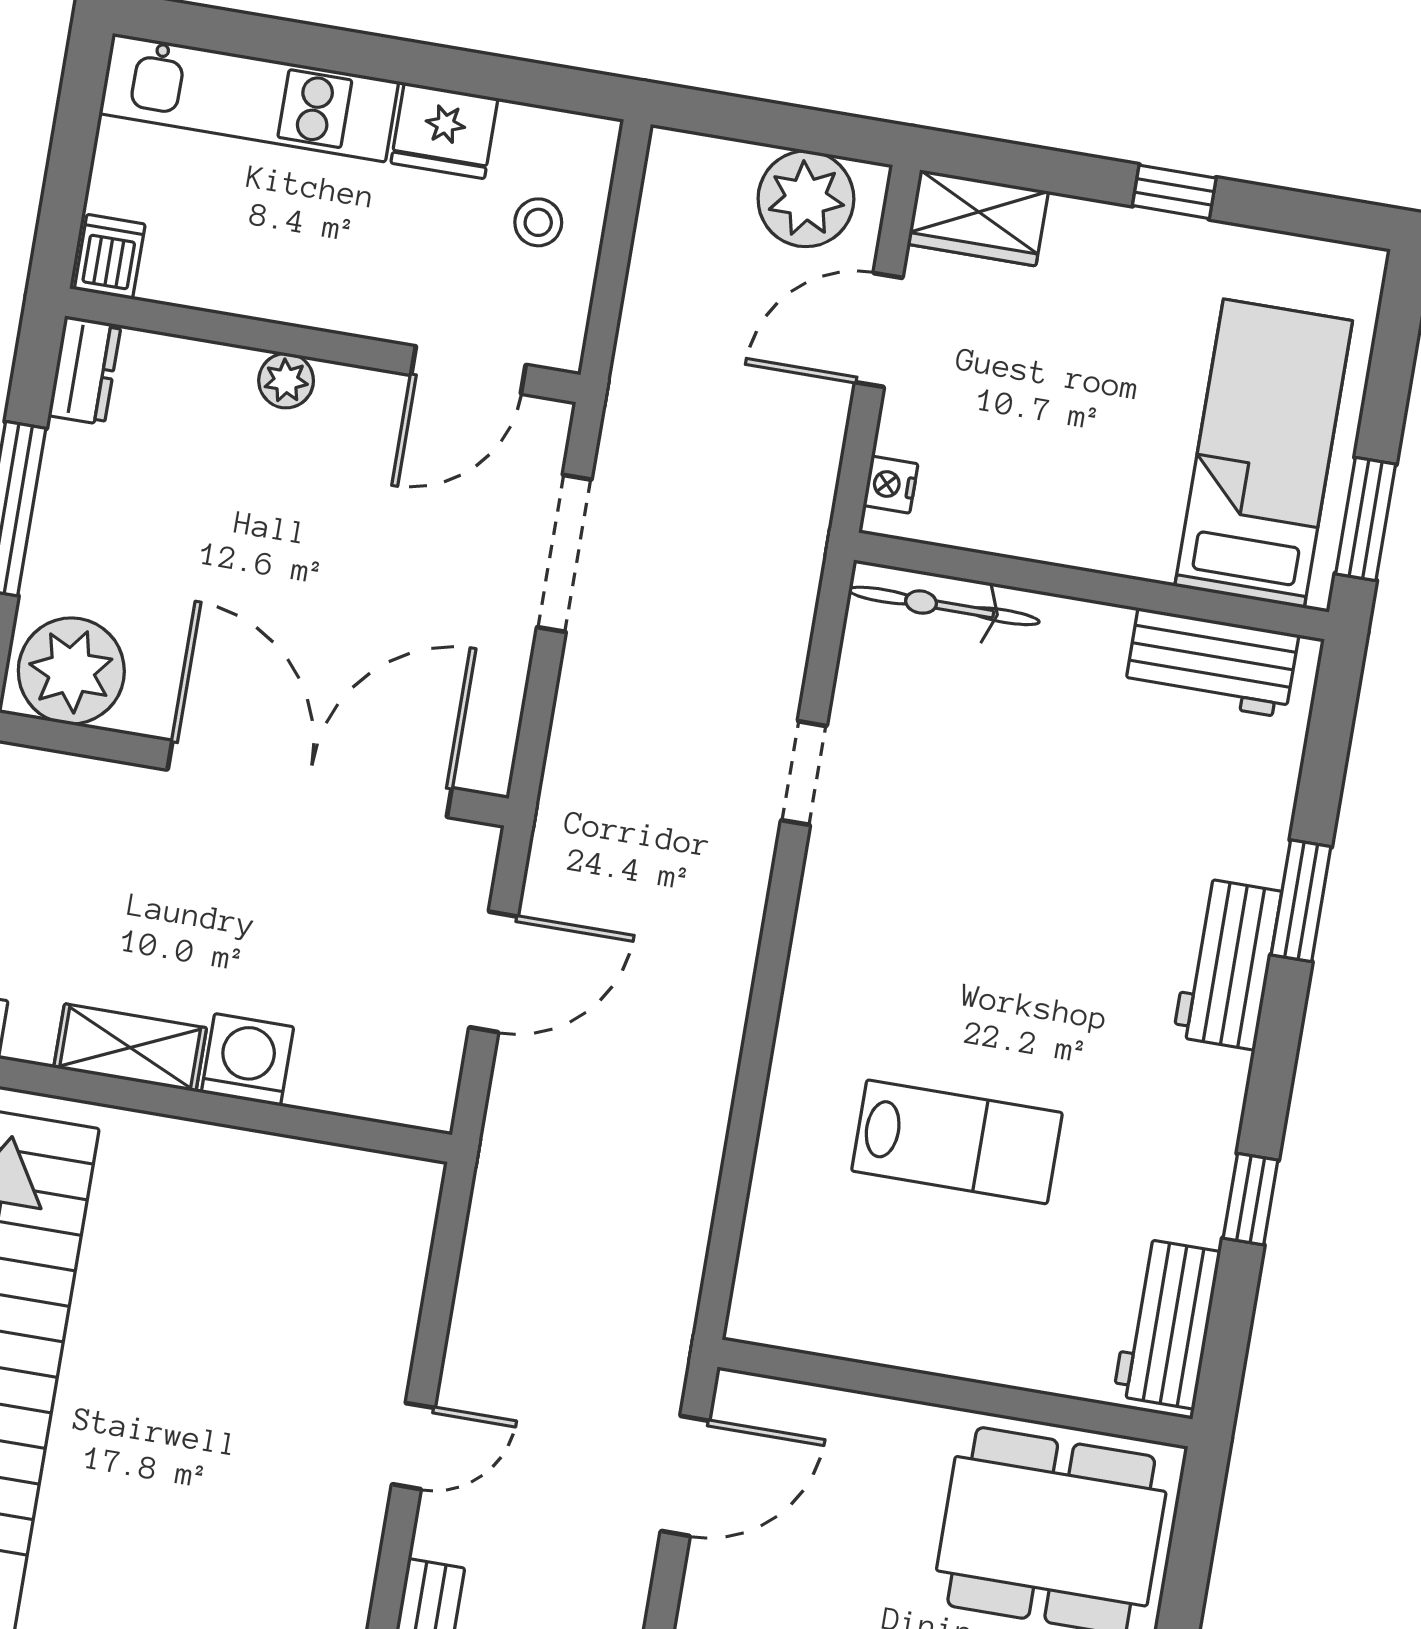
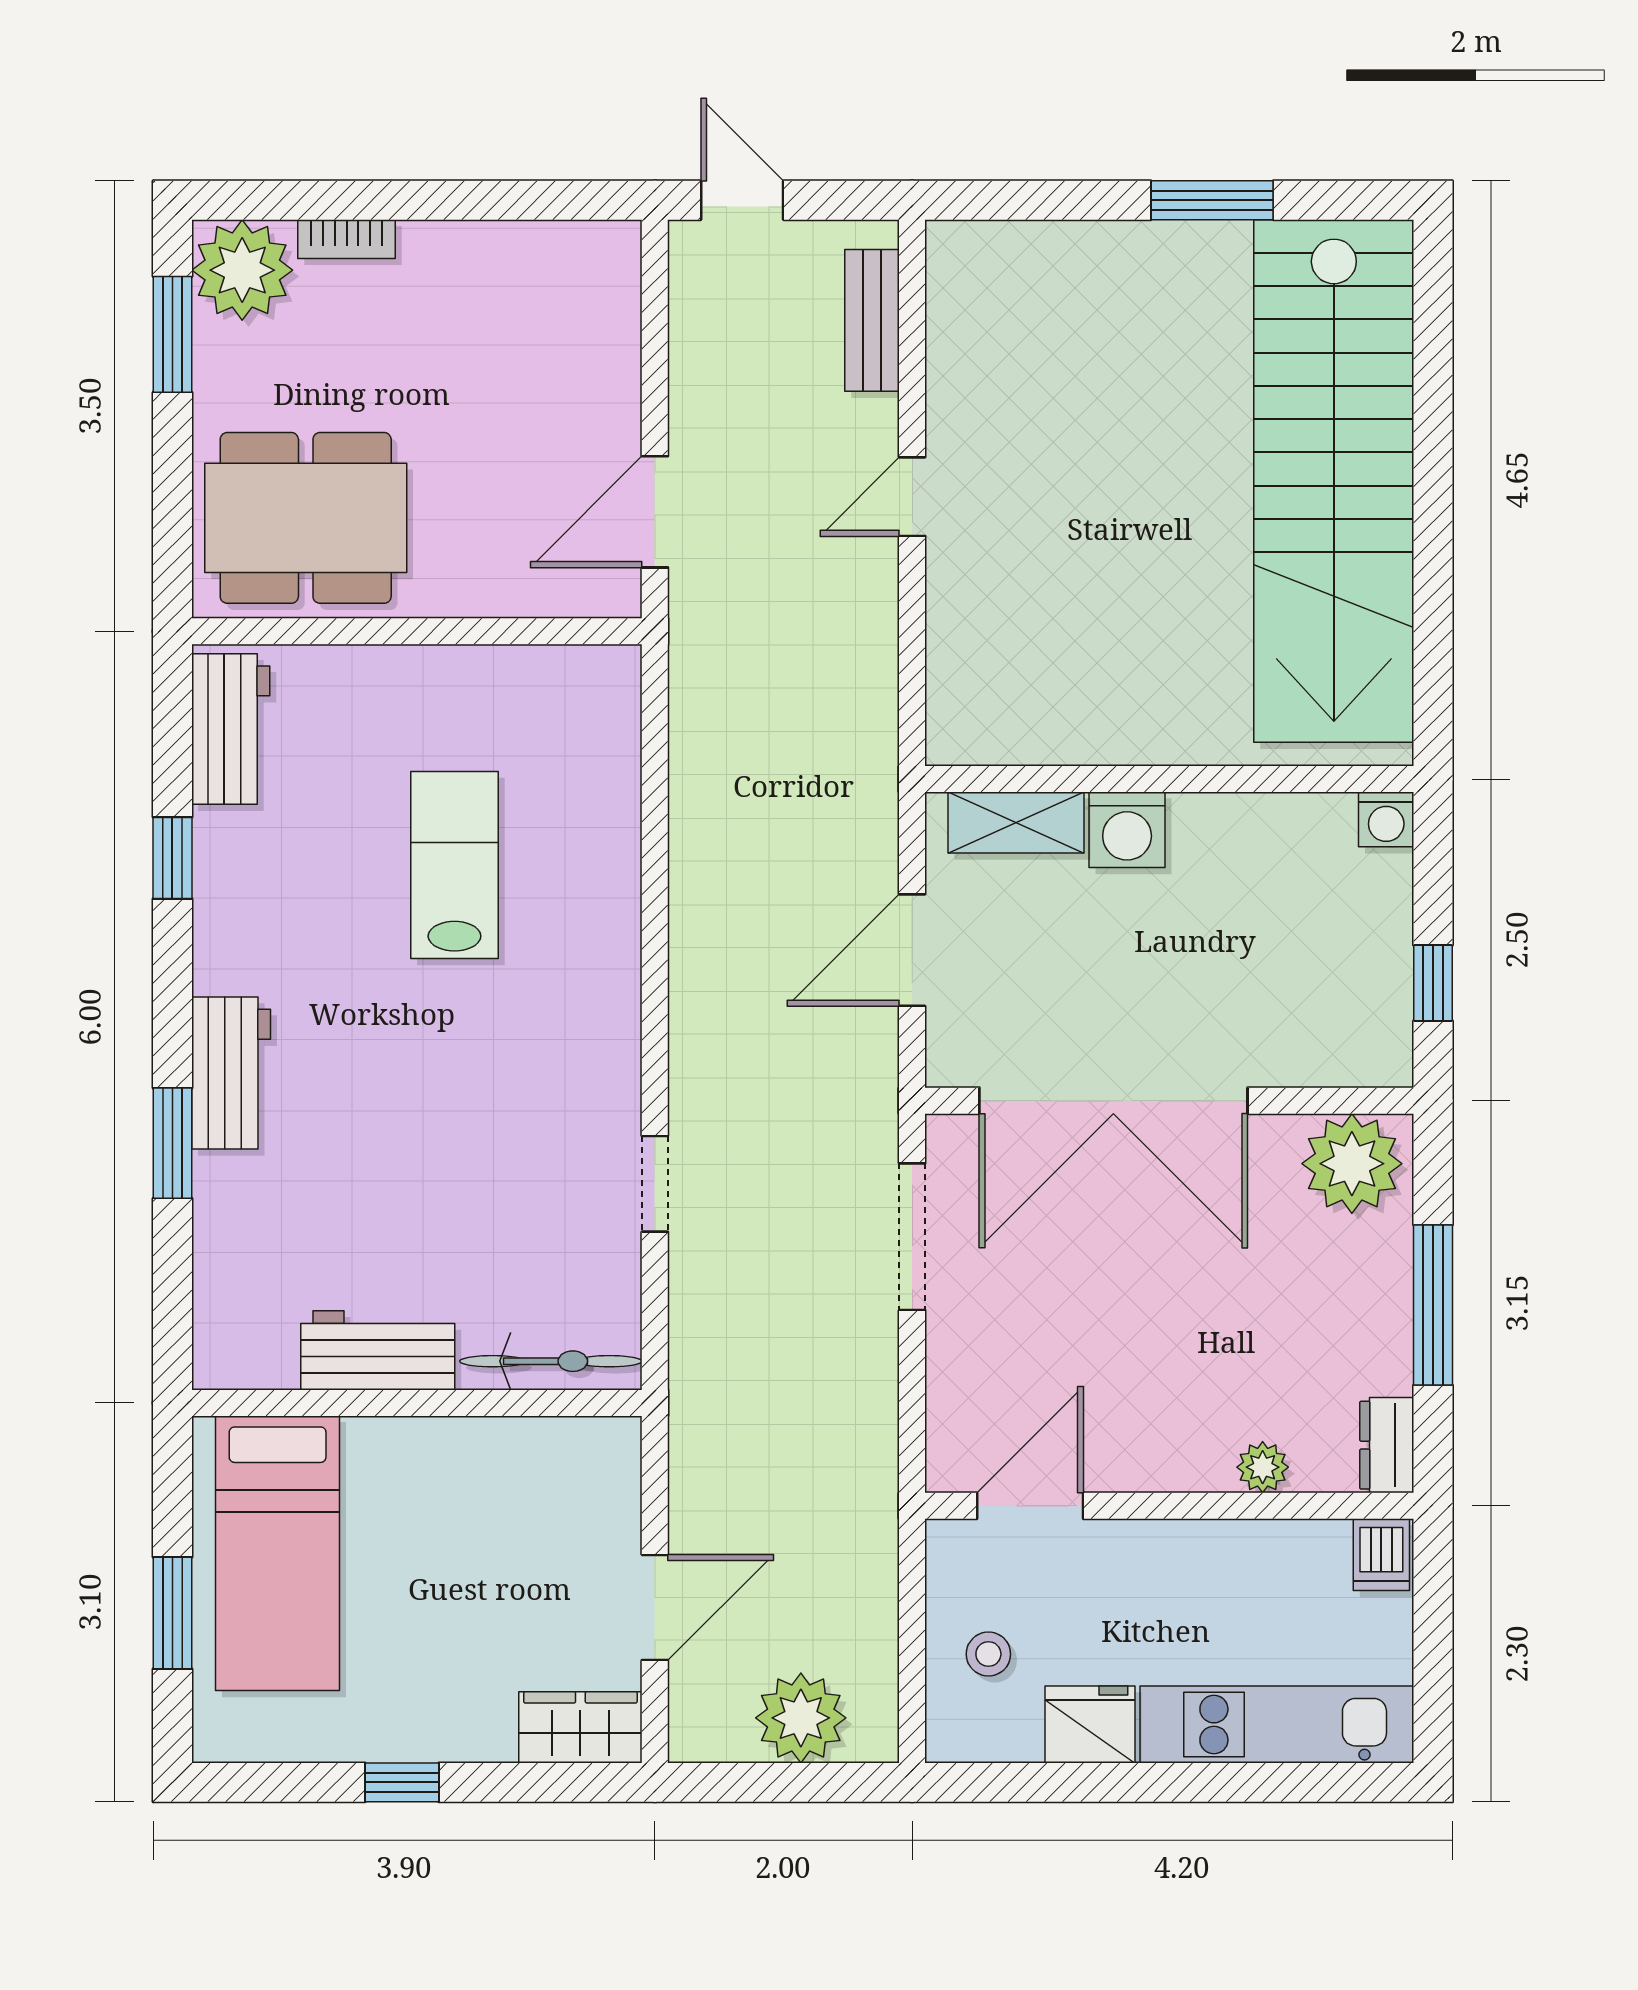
plant: (806, 199) -> (801, 1718), moved
plant: (286, 381) -> (1263, 1467), moved
nightstand: (891, 485) -> (620, 1466), removed
window: (1366, 519) -> (172, 1613), moved
doorway: (564, 553) -> (912, 1237), moved
workbench: (1212, 663) -> (378, 1350), moved
shelving: (130, 1048) -> (1016, 823), moved
lab bench: (957, 1142) -> (454, 865), turned 90

